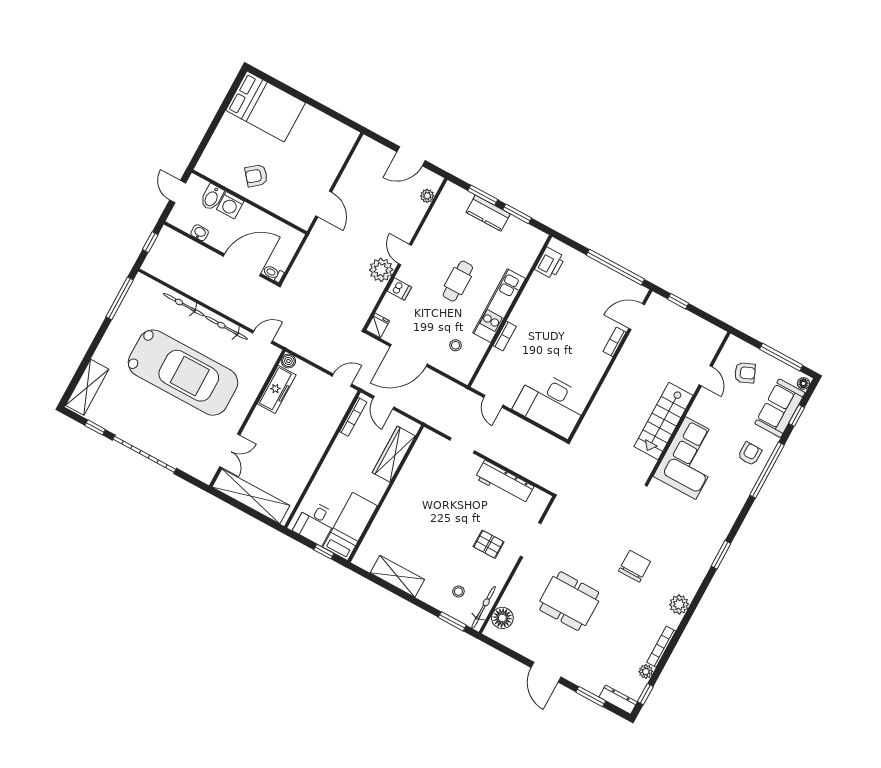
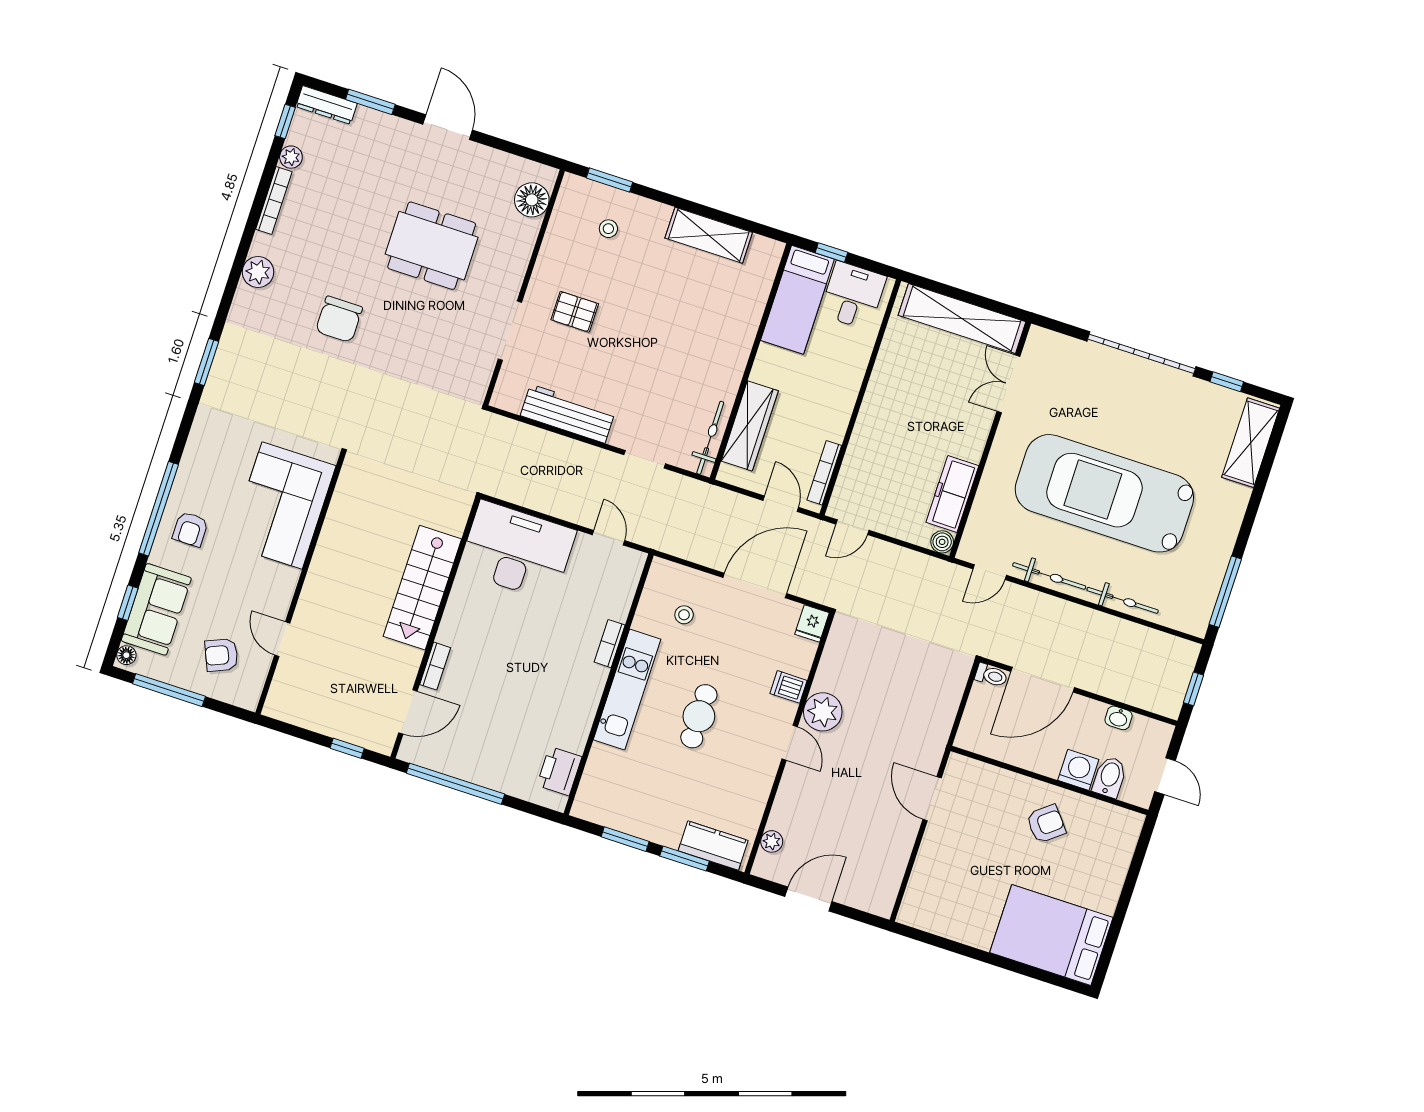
kitchen counter: (488, 213) -> (713, 846), moved
stairs: (663, 421) -> (422, 588), moved, turned 180
bicycle: (483, 607) -> (710, 438), moved, turned 180

